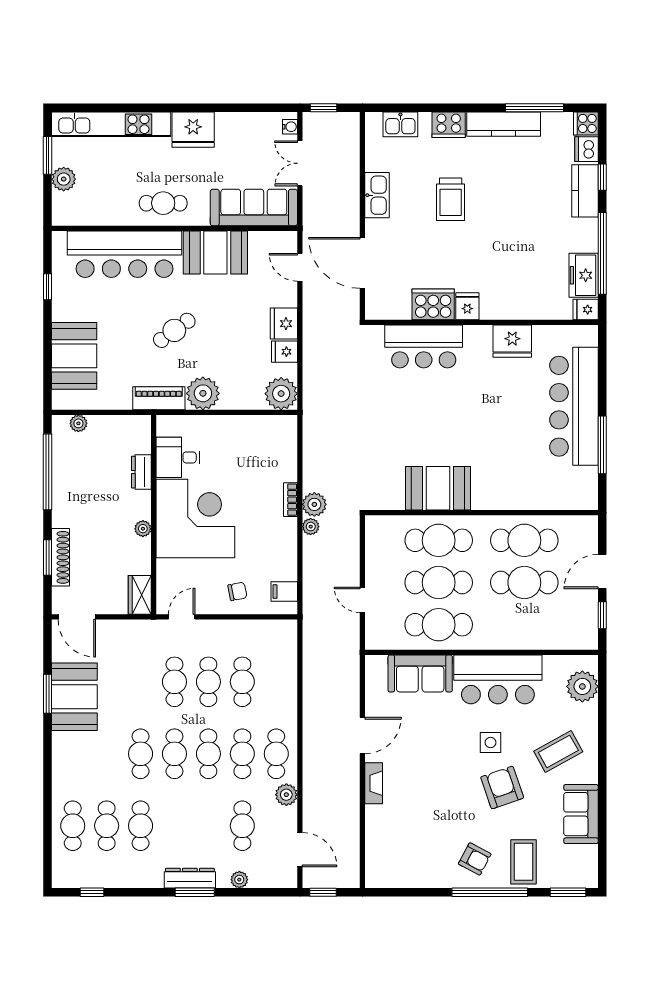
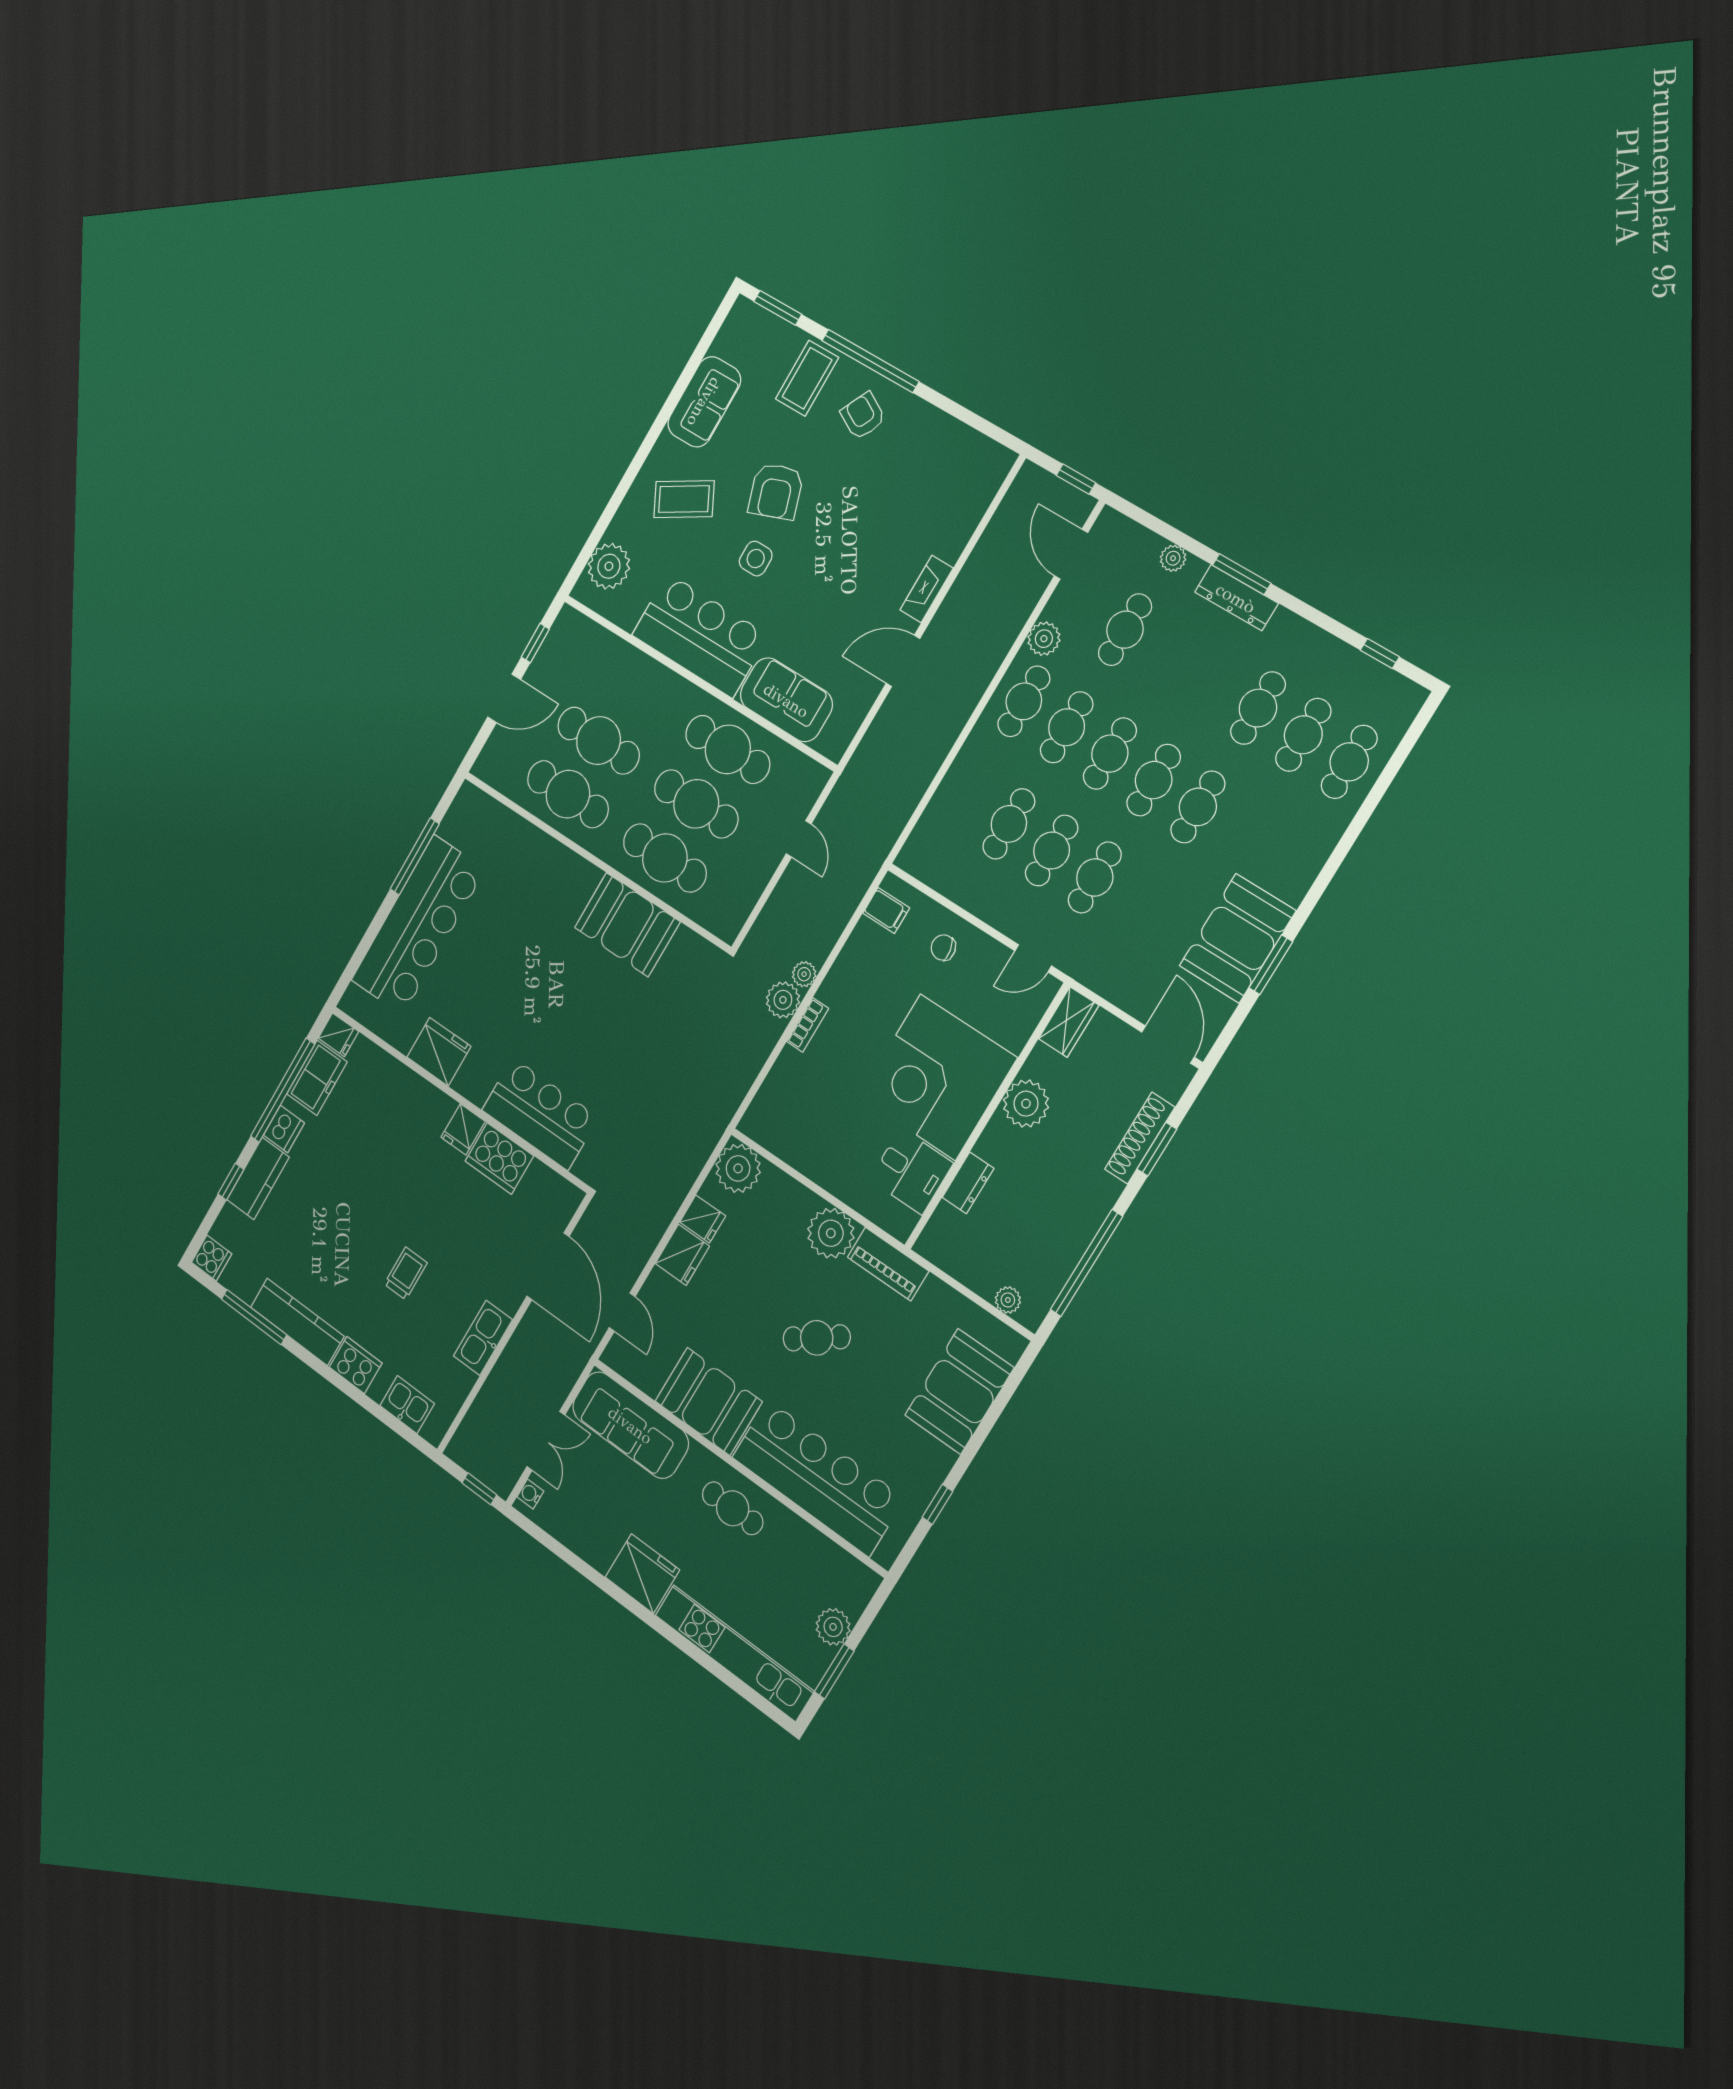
dishwasher: (586, 149) -> (284, 1129), moved
trolley: (451, 199) -> (406, 1273), width x0.73, depth x0.72
plant: (143, 529) -> (1026, 1104), width x1.87, depth x1.87

